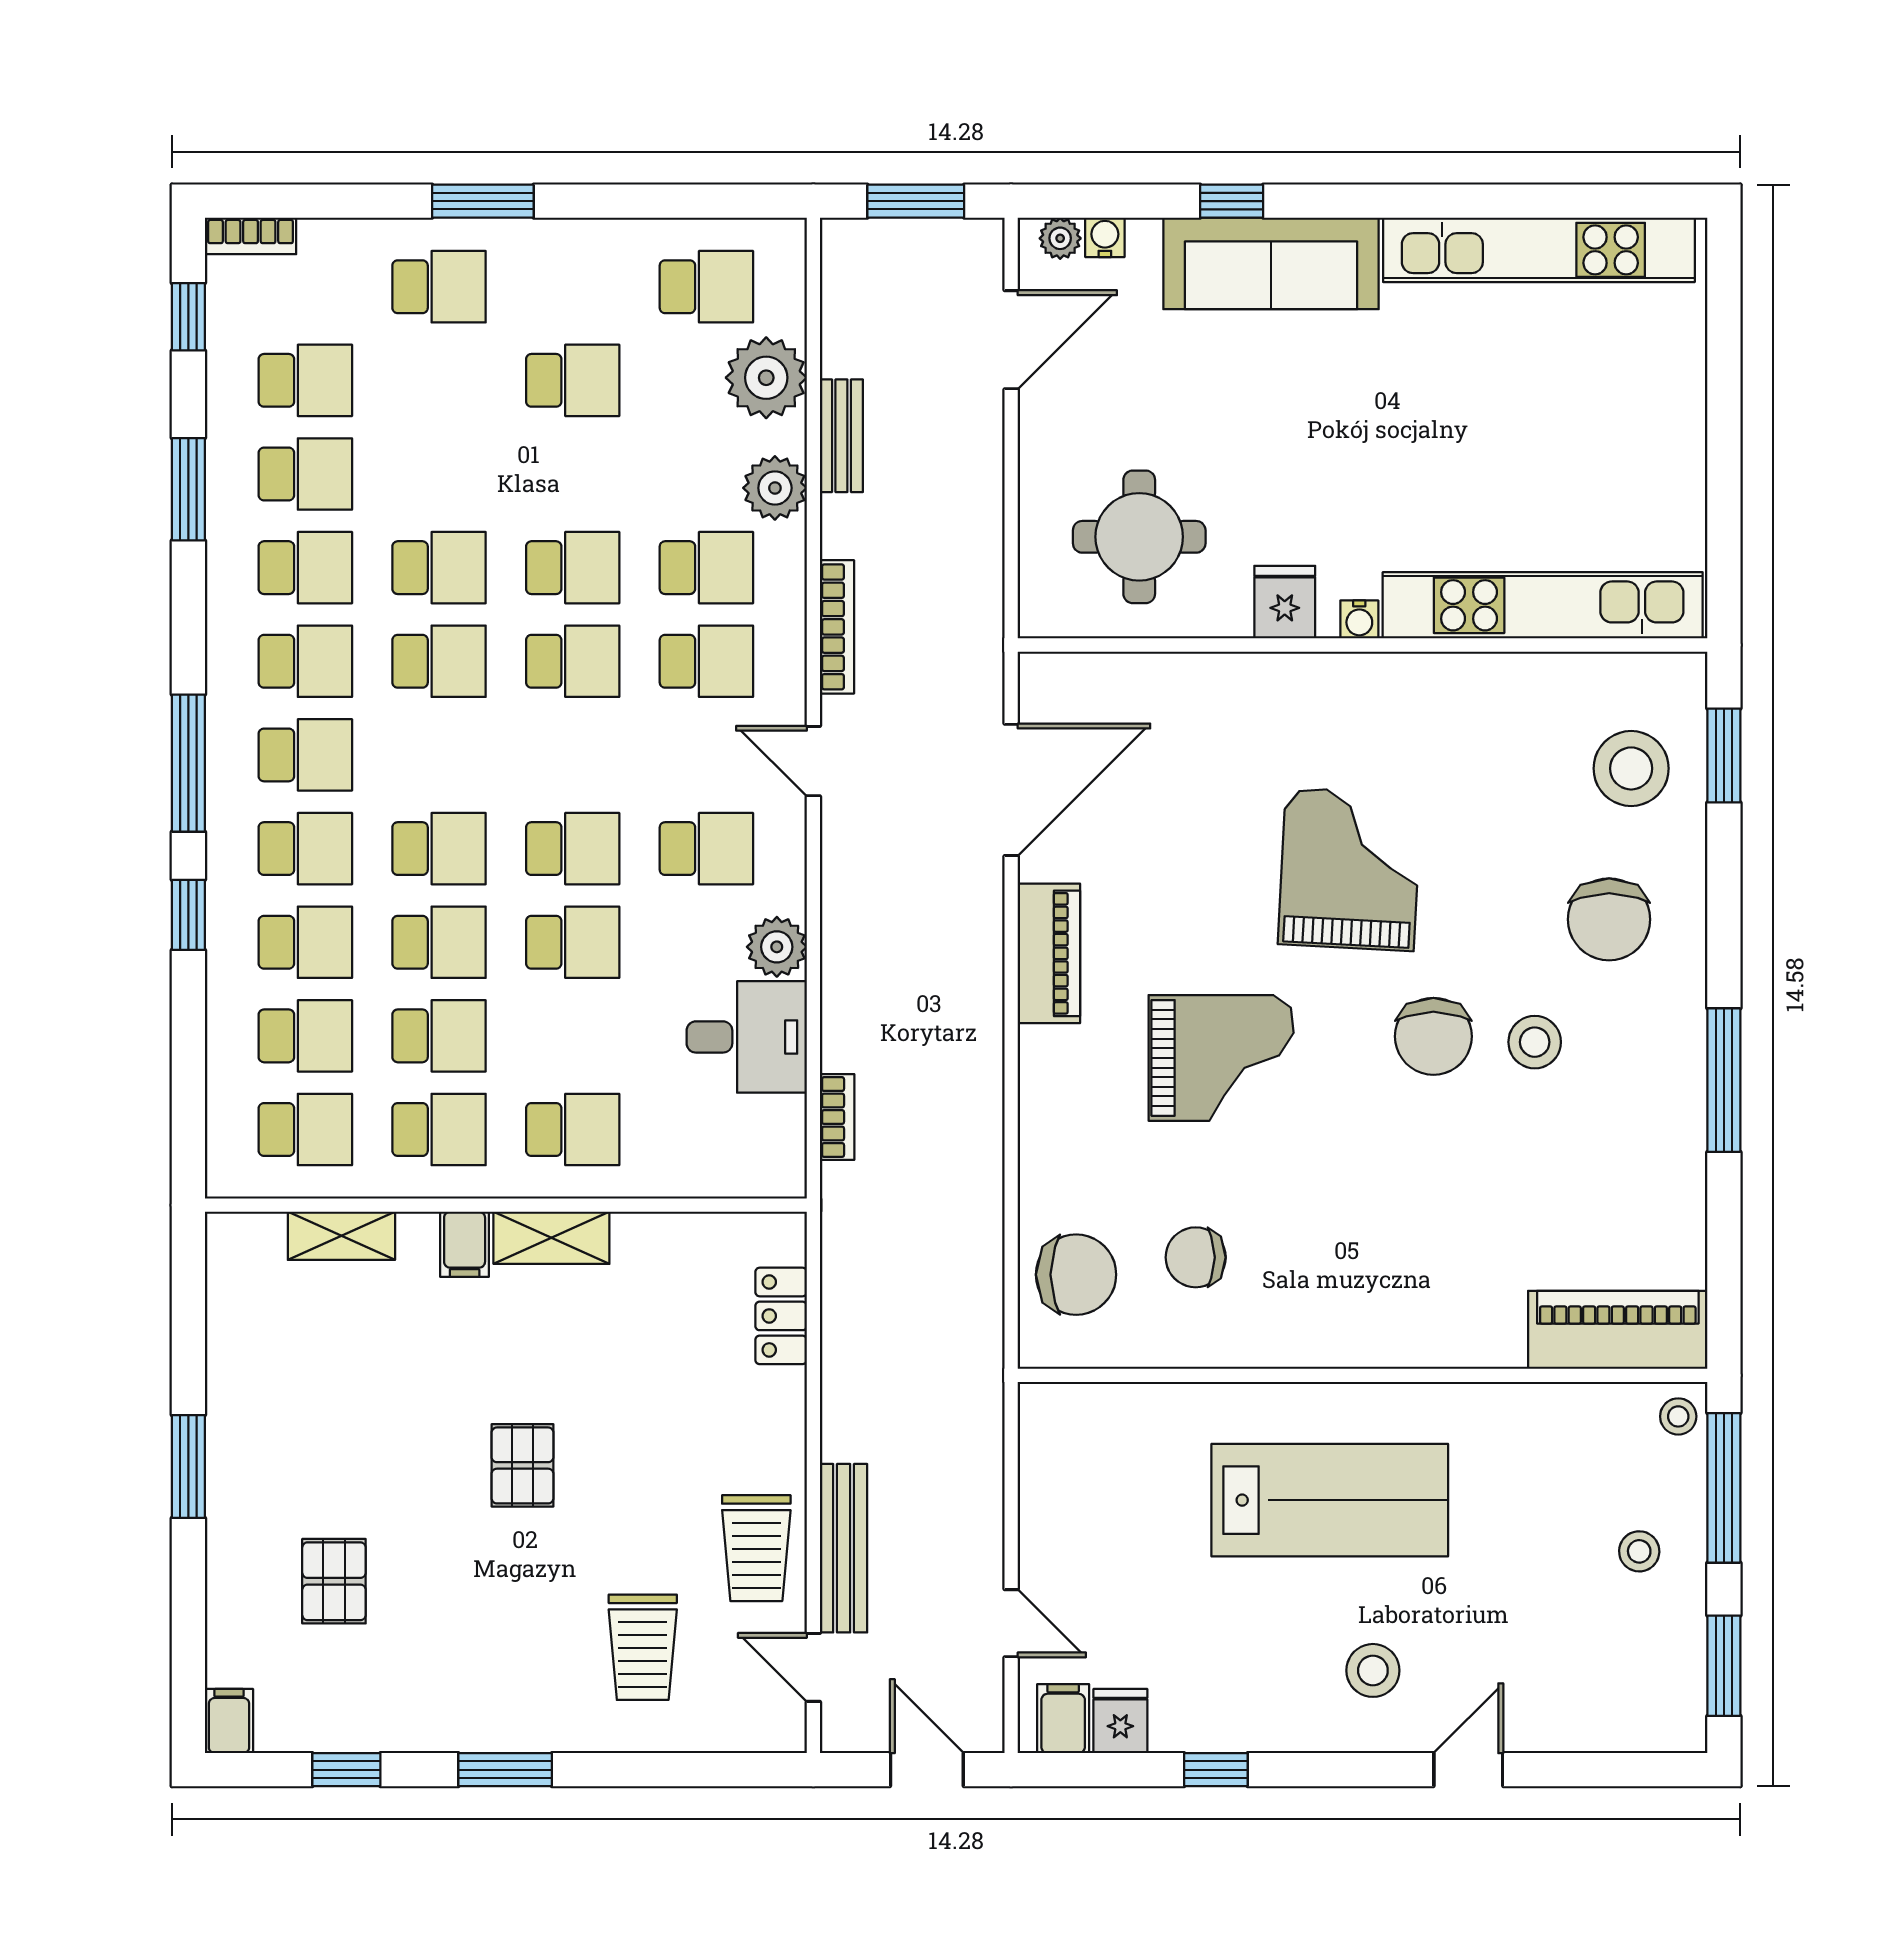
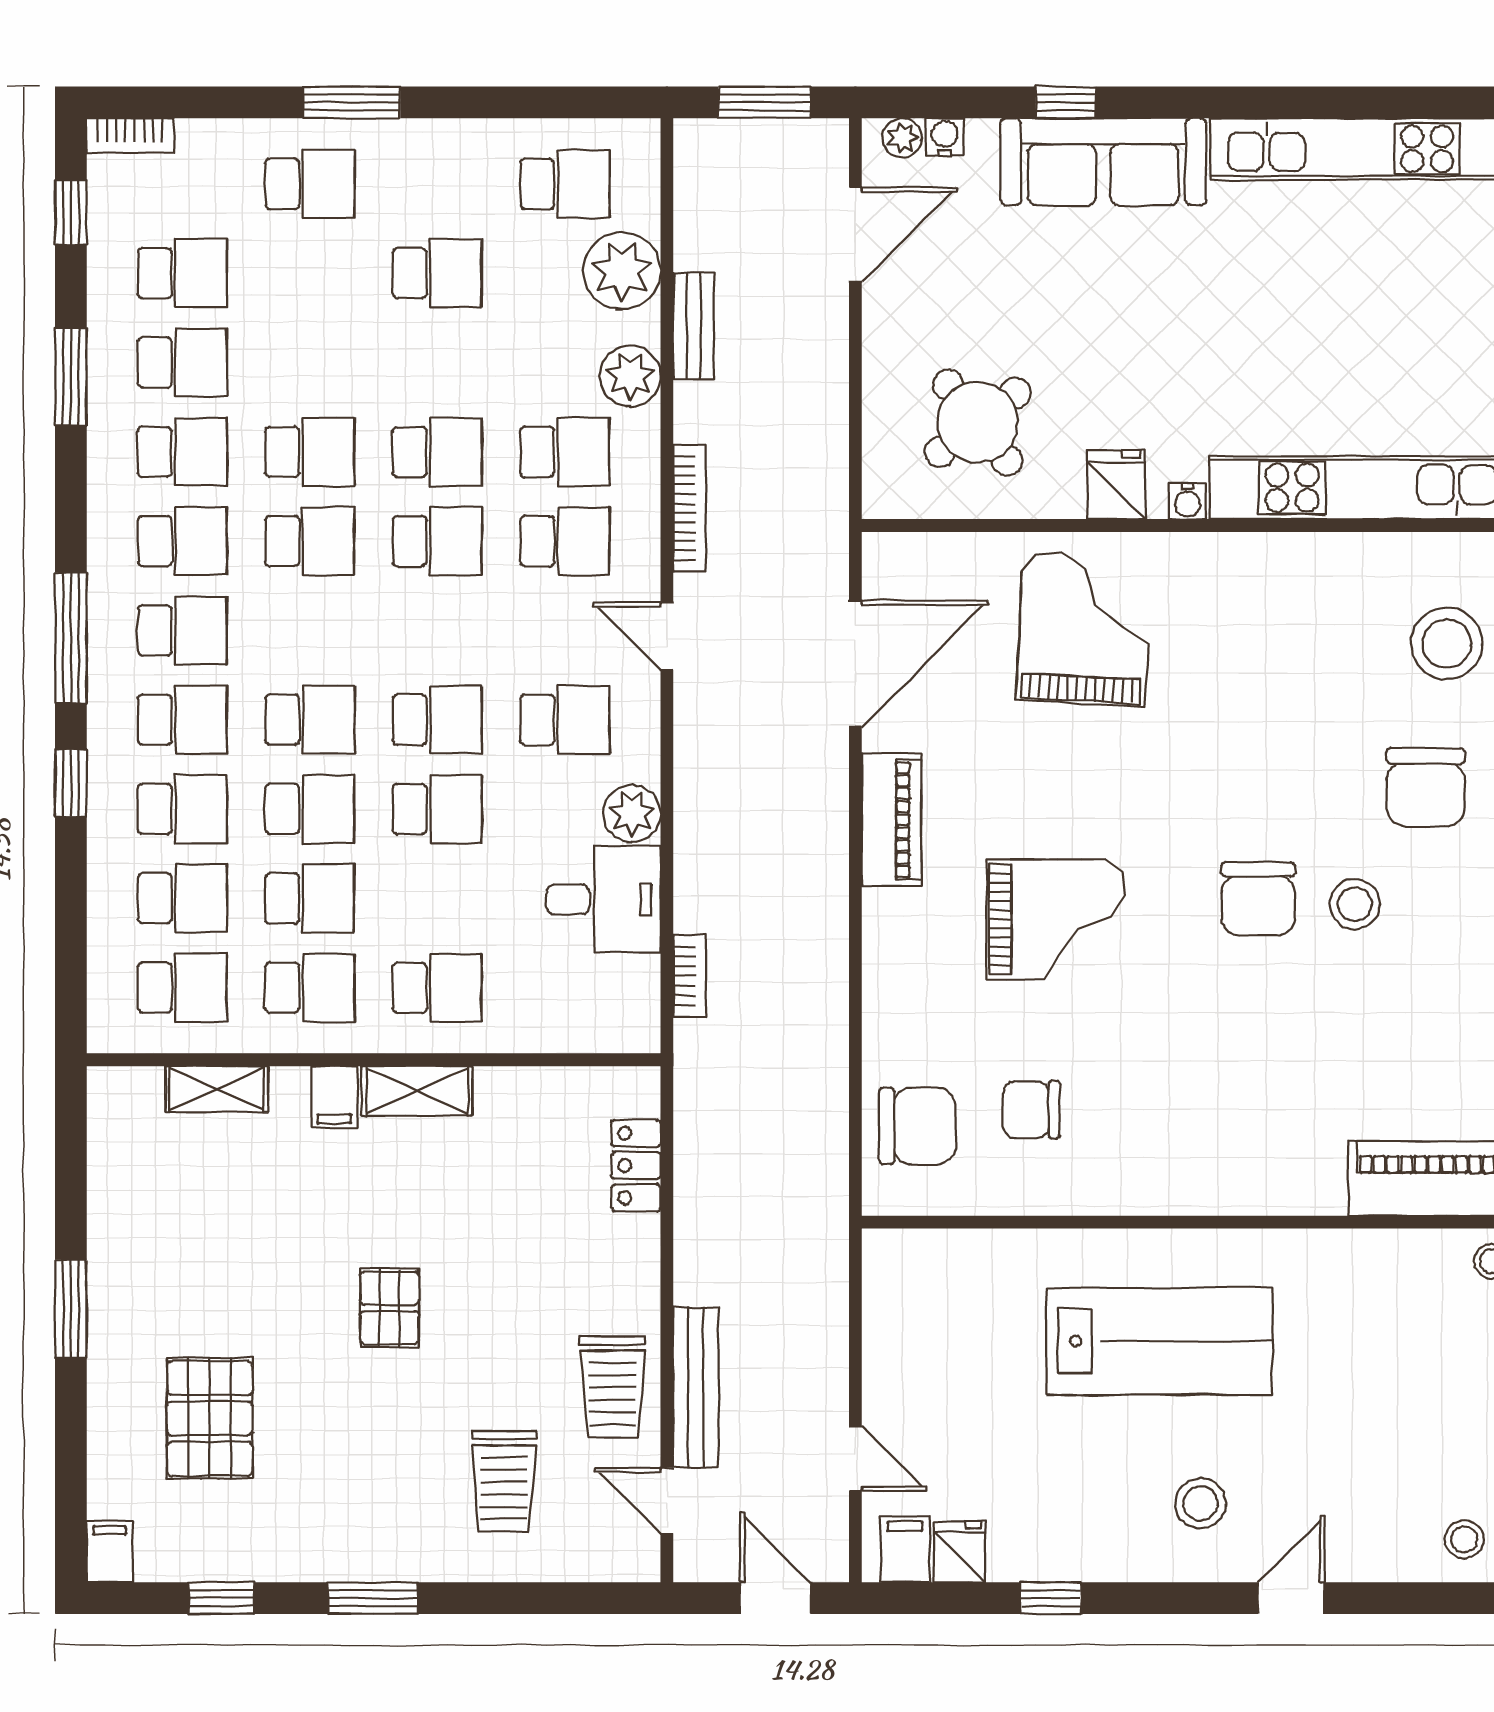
round table: (1139, 537) -> (978, 422), turned -38
grand piano: (1350, 869) -> (1084, 629), moved
stool: (1639, 1551) -> (1464, 1539), moved
pallet: (334, 1581) -> (210, 1418), width x1.50, depth x1.42

